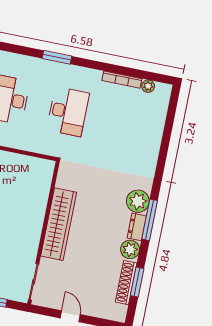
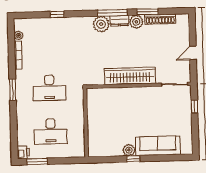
window: (57, 57) -> (13, 90), moved
desk: (68, 112) -> (49, 88), turned 180
window: (165, 145) -> (57, 14), added
window: (137, 282) -> (147, 12), moved

